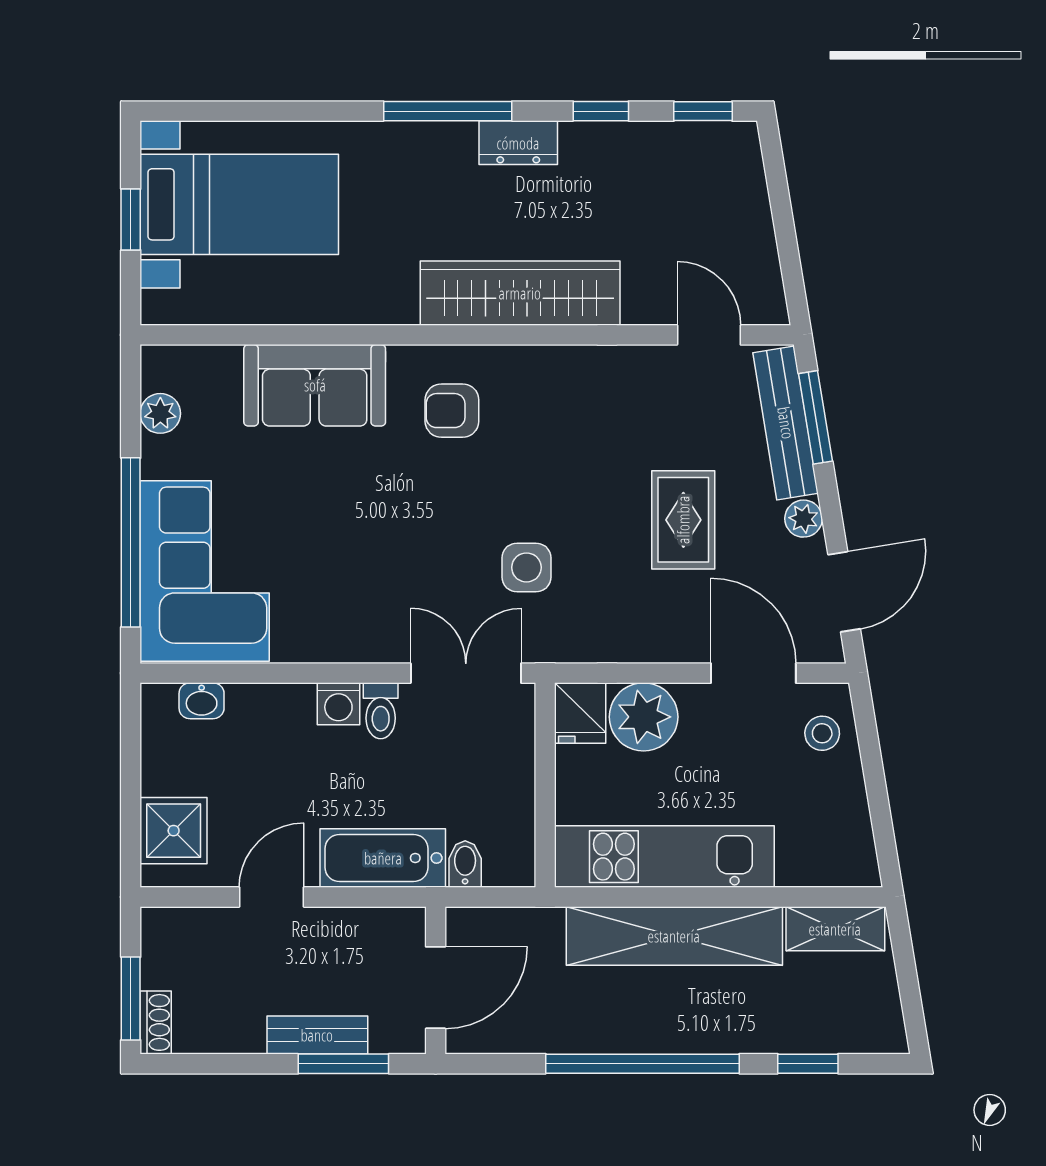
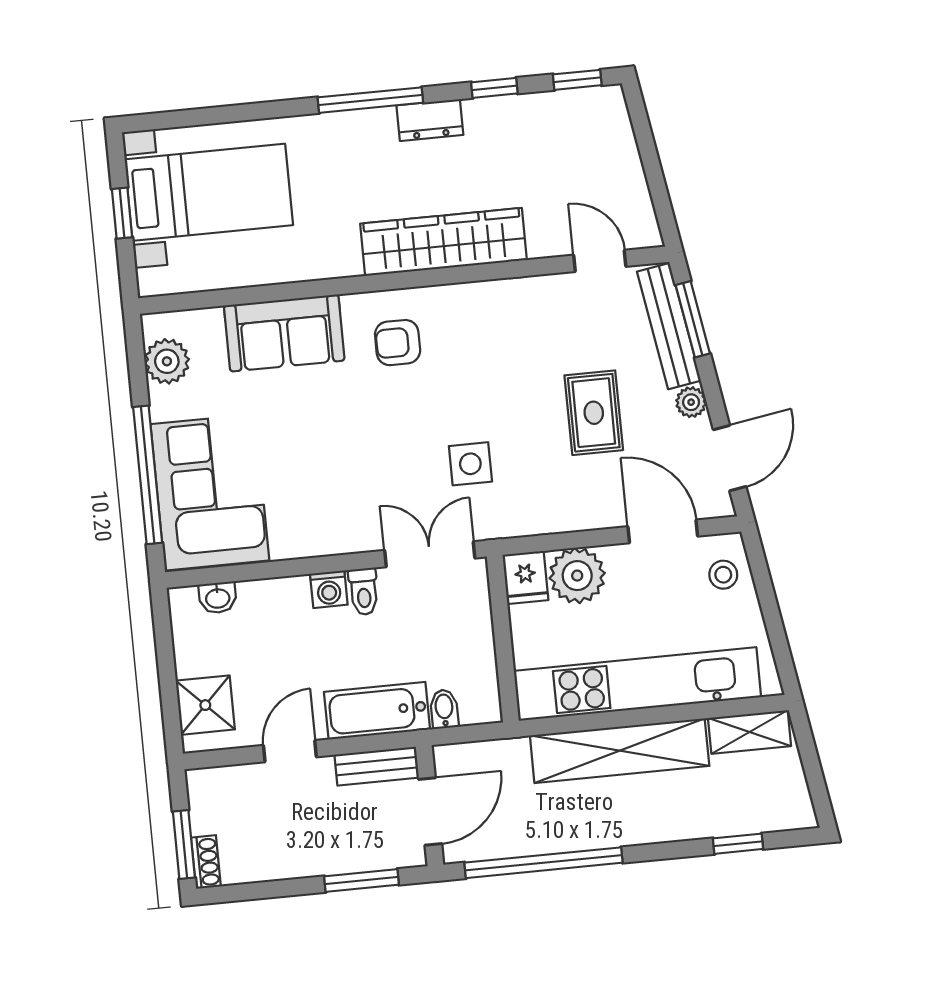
plant: (160, 413) -> (167, 361), width x1.38, depth x1.38
kitchen unit: (664, 857) -> (637, 684), width x1.36
bench: (317, 1035) -> (377, 766), moved
window: (642, 1064) -> (544, 863), moved

